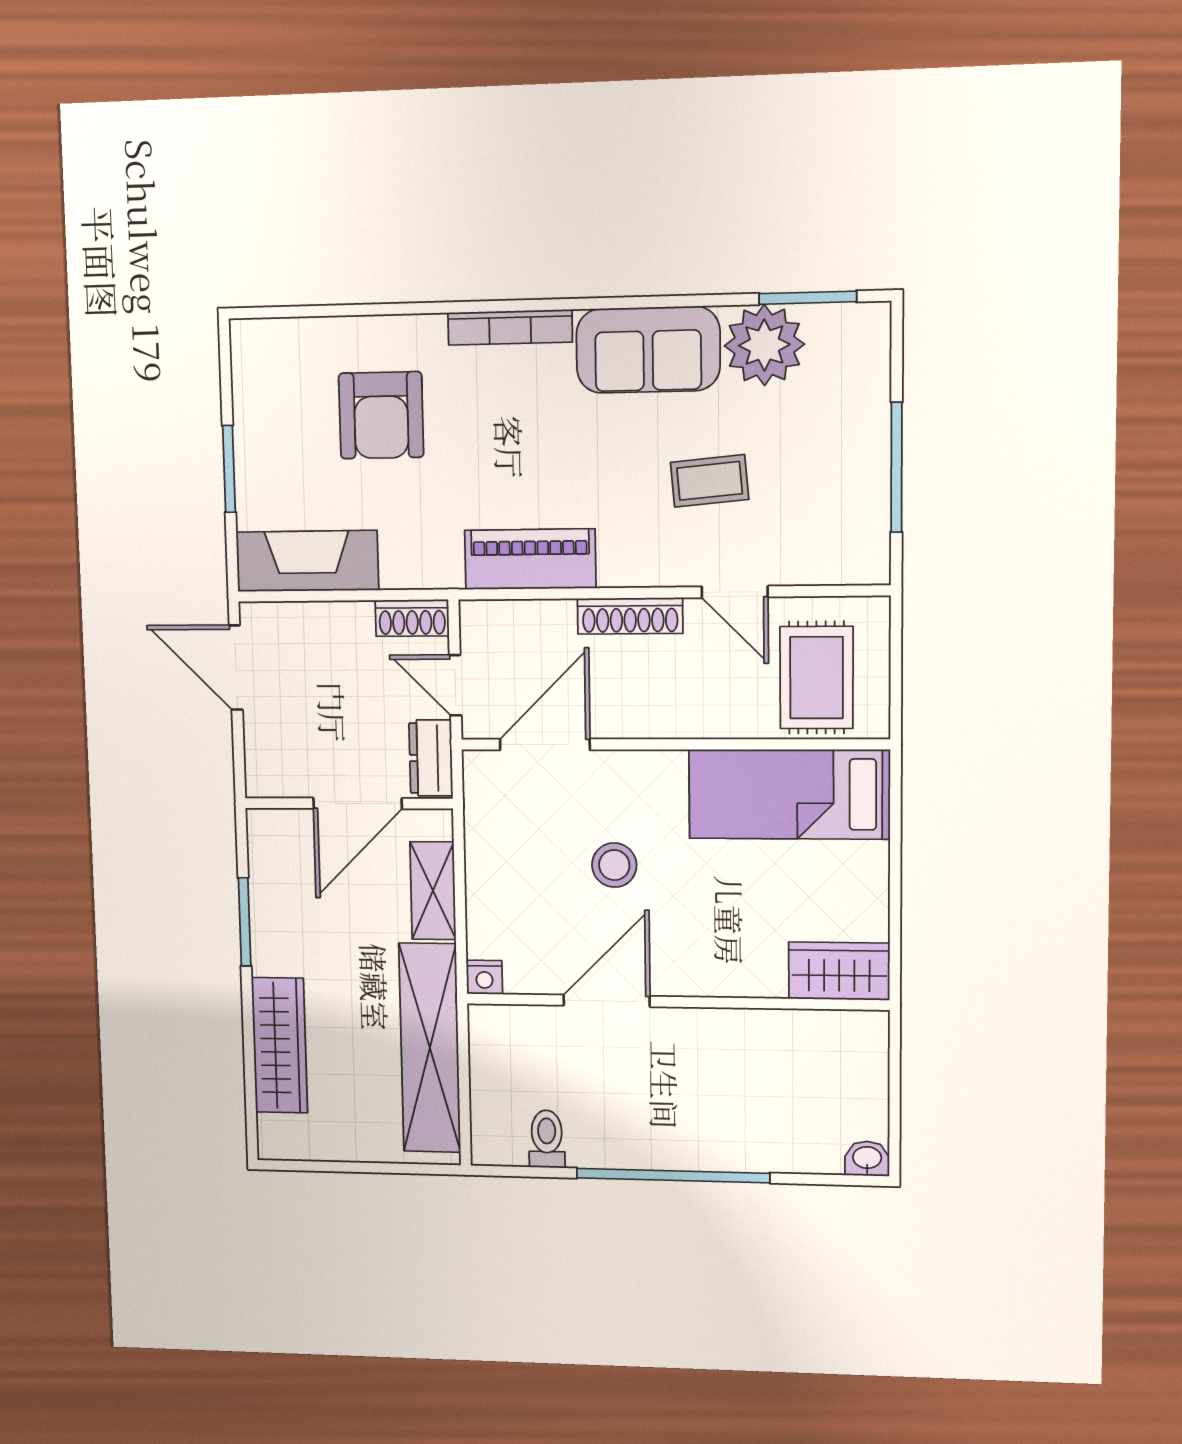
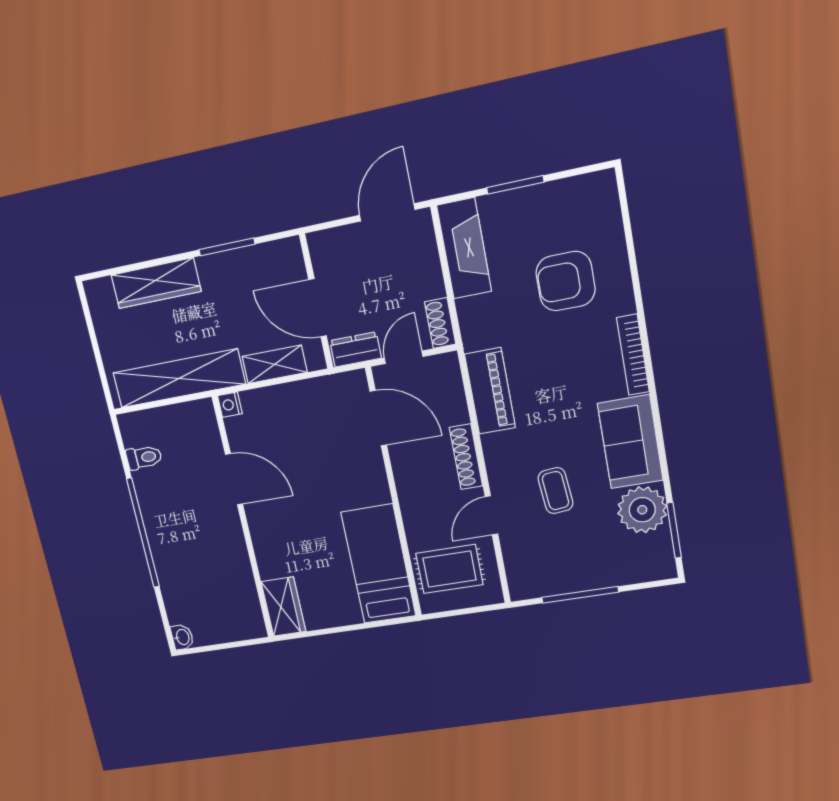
stool: (614, 865) -> (315, 471), removed

